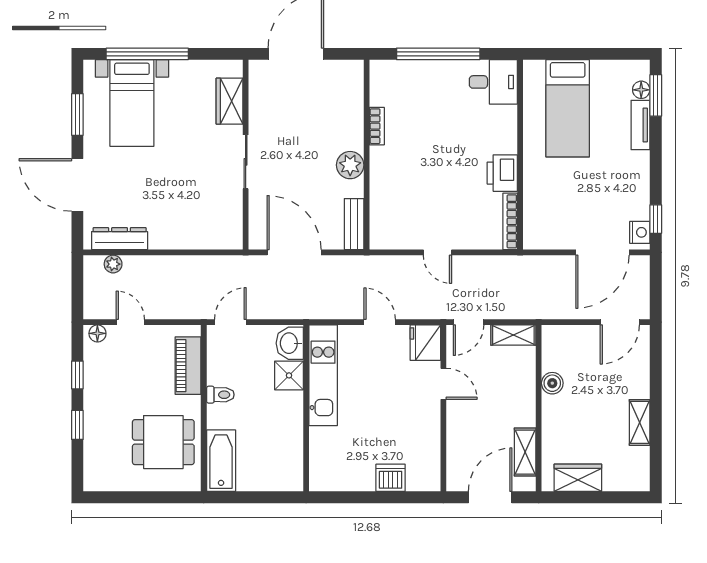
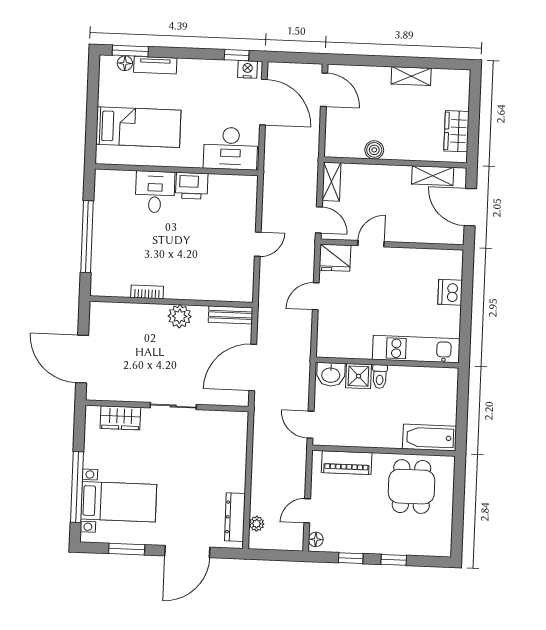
desk: (493, 82) -> (155, 192), moved
desk: (547, 216) -> (231, 149), added
bookcase: (510, 221) -> (234, 181), removed
kitchen unit: (323, 375) -> (416, 349), moved
toilet: (220, 395) -> (380, 377), moved, turned 180

